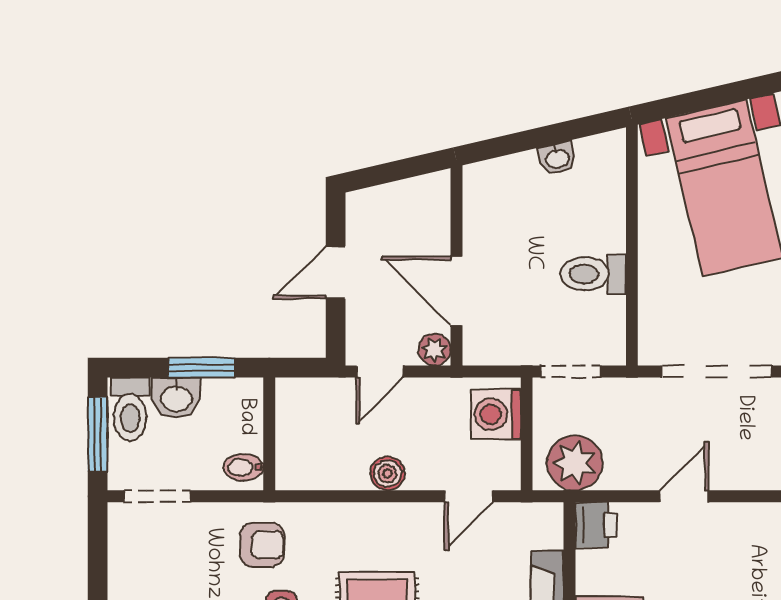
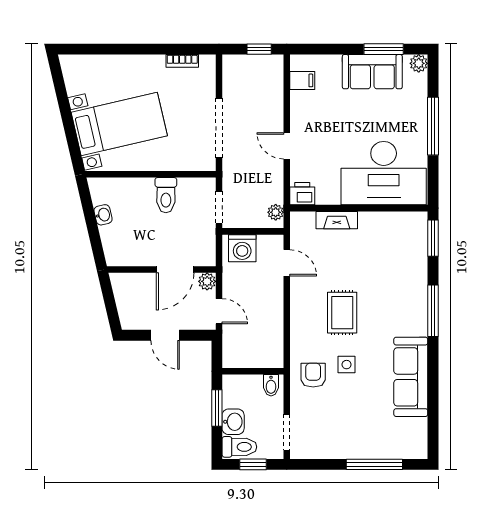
window: (98, 434) -> (253, 464), width x0.67
plant: (575, 463) -> (276, 212), width x0.53, depth x0.53
boiler: (387, 473) -> (274, 307), removed

